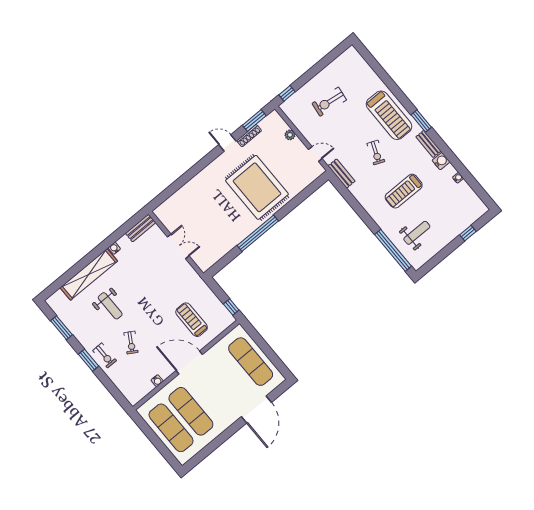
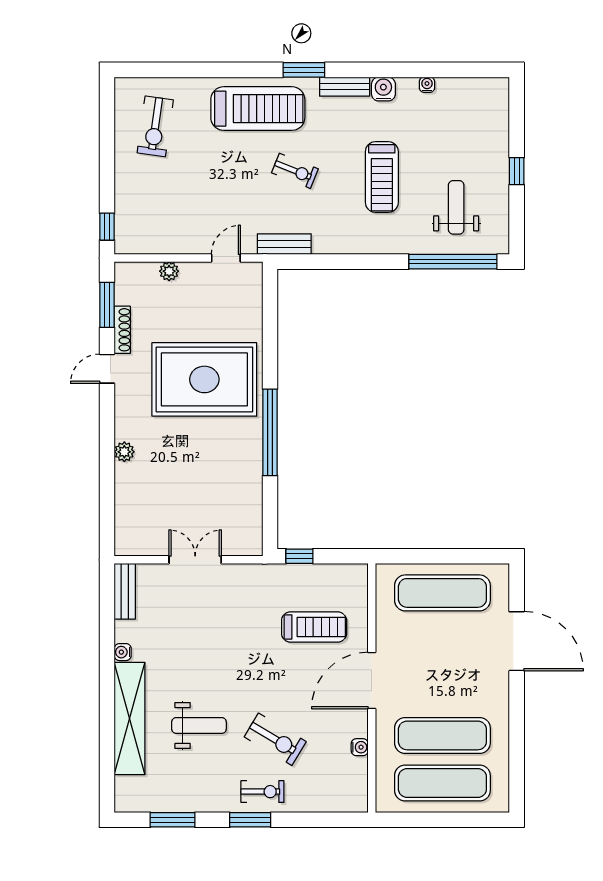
exercise bike: (329, 102) -> (155, 126), moved
plant: (199, 179) -> (124, 452), added
window: (468, 233) -> (517, 171), moved
window: (231, 307) -> (299, 556), moved
treadmill: (192, 320) -> (314, 627), turned 180
exercise bike: (131, 343) -> (275, 739), width x1.38, depth x1.39

